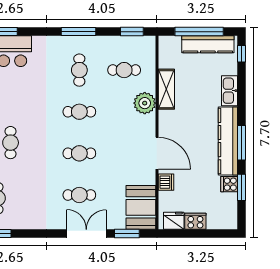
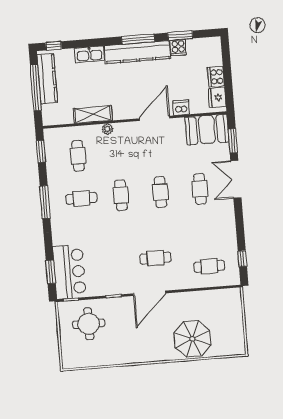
plant: (145, 103) -> (107, 129), width x0.53, depth x0.53

